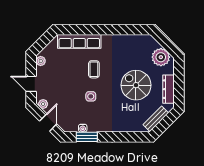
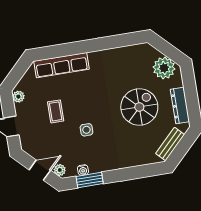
coffee table: (94, 69) -> (56, 111), moved
spiral stairs: (136, 85) -> (139, 107), turned 90
plant: (43, 104) -> (60, 170), moved
door: (48, 122) -> (40, 170), hinge flipped

